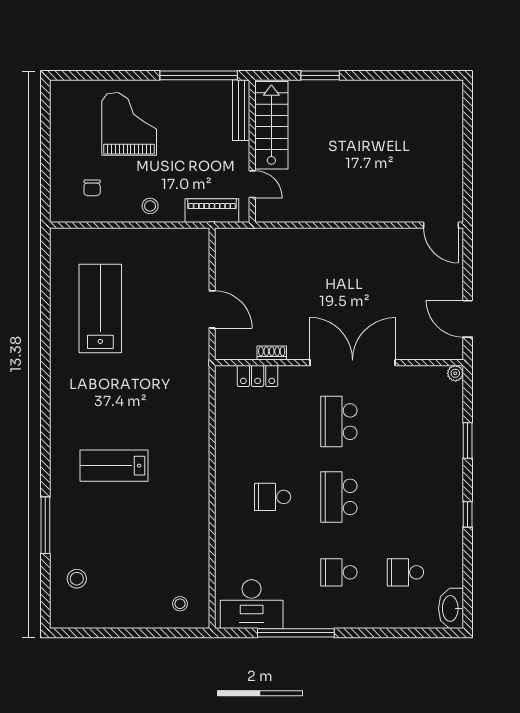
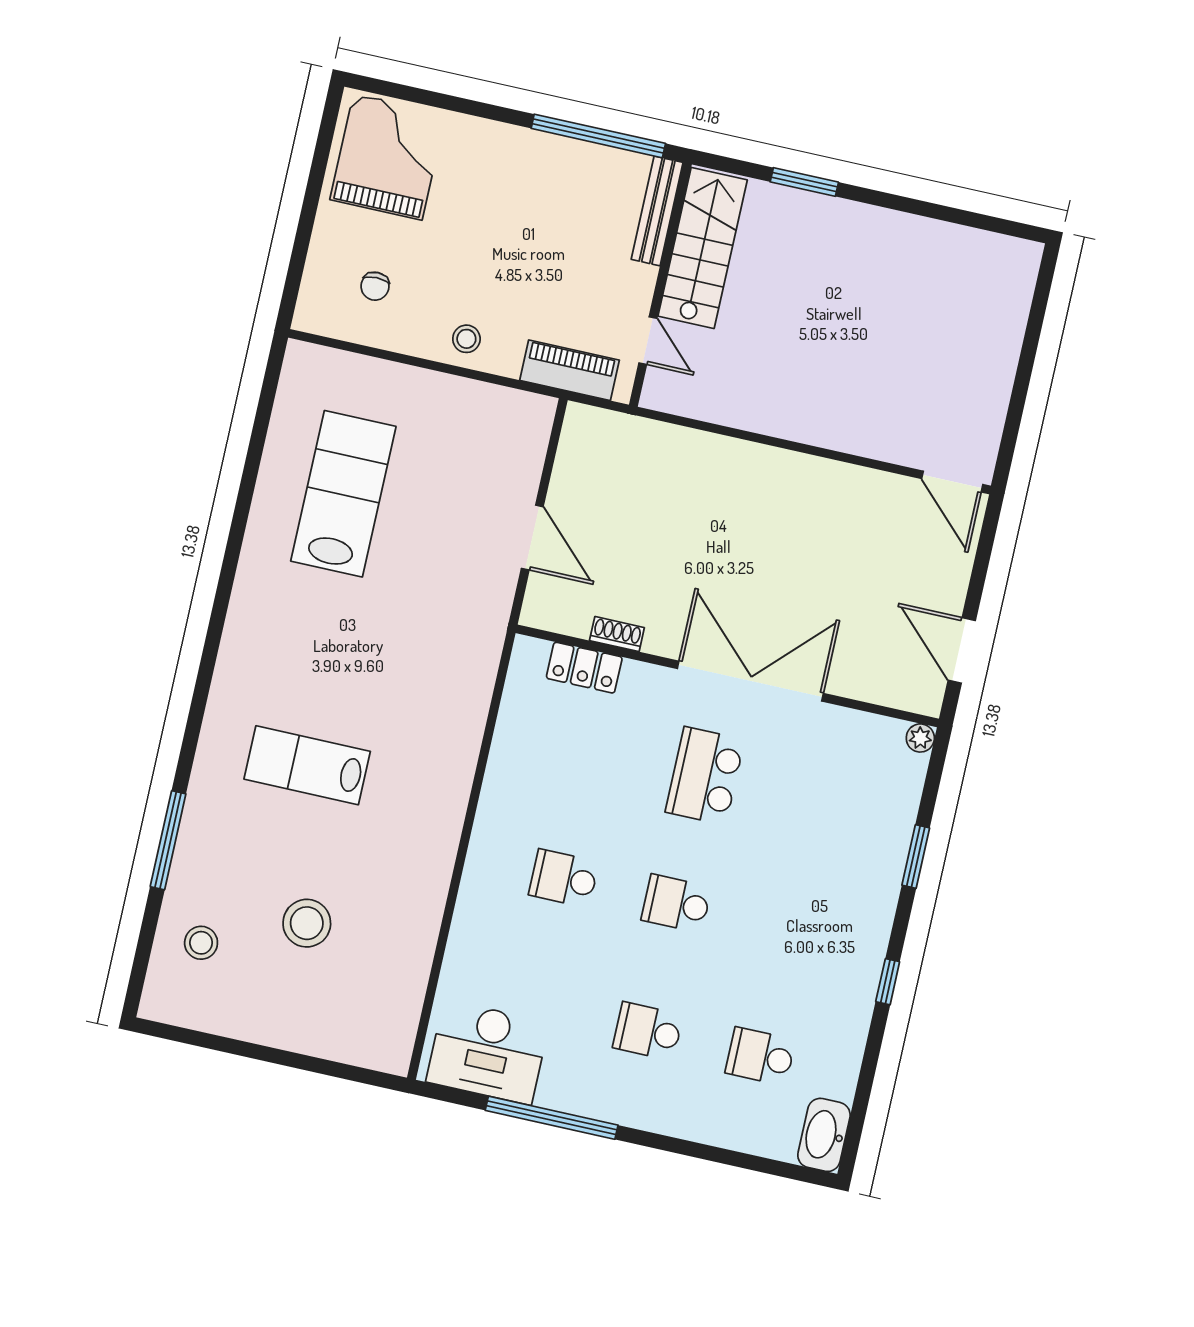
grand piano: (129, 124) -> (388, 157), moved
school desk: (339, 497) -> (676, 904), width x0.54
stool: (180, 604) -> (307, 923), moved, width x1.89, depth x1.89

